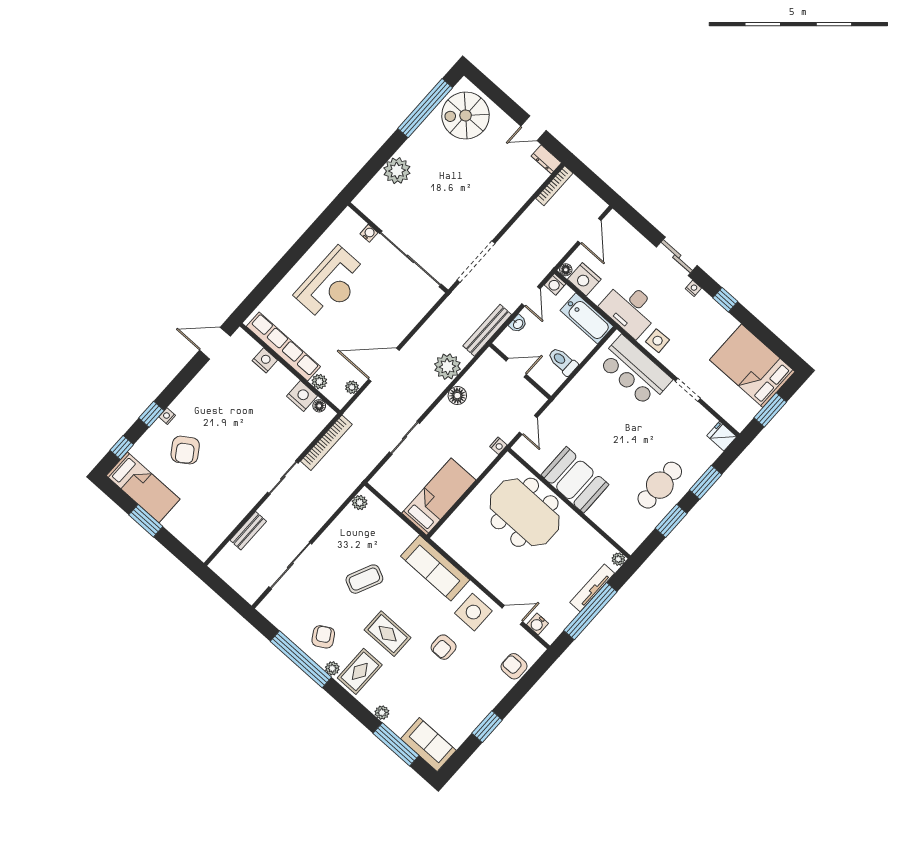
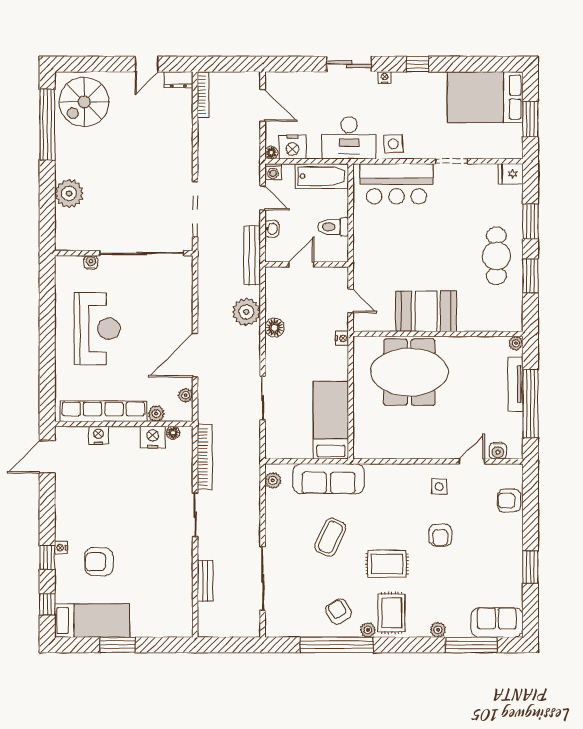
armchair: (185, 450) -> (99, 562), turned 124
sofa: (435, 568) -> (329, 479), moved
side table: (473, 612) -> (439, 487), width x0.54, depth x0.54

